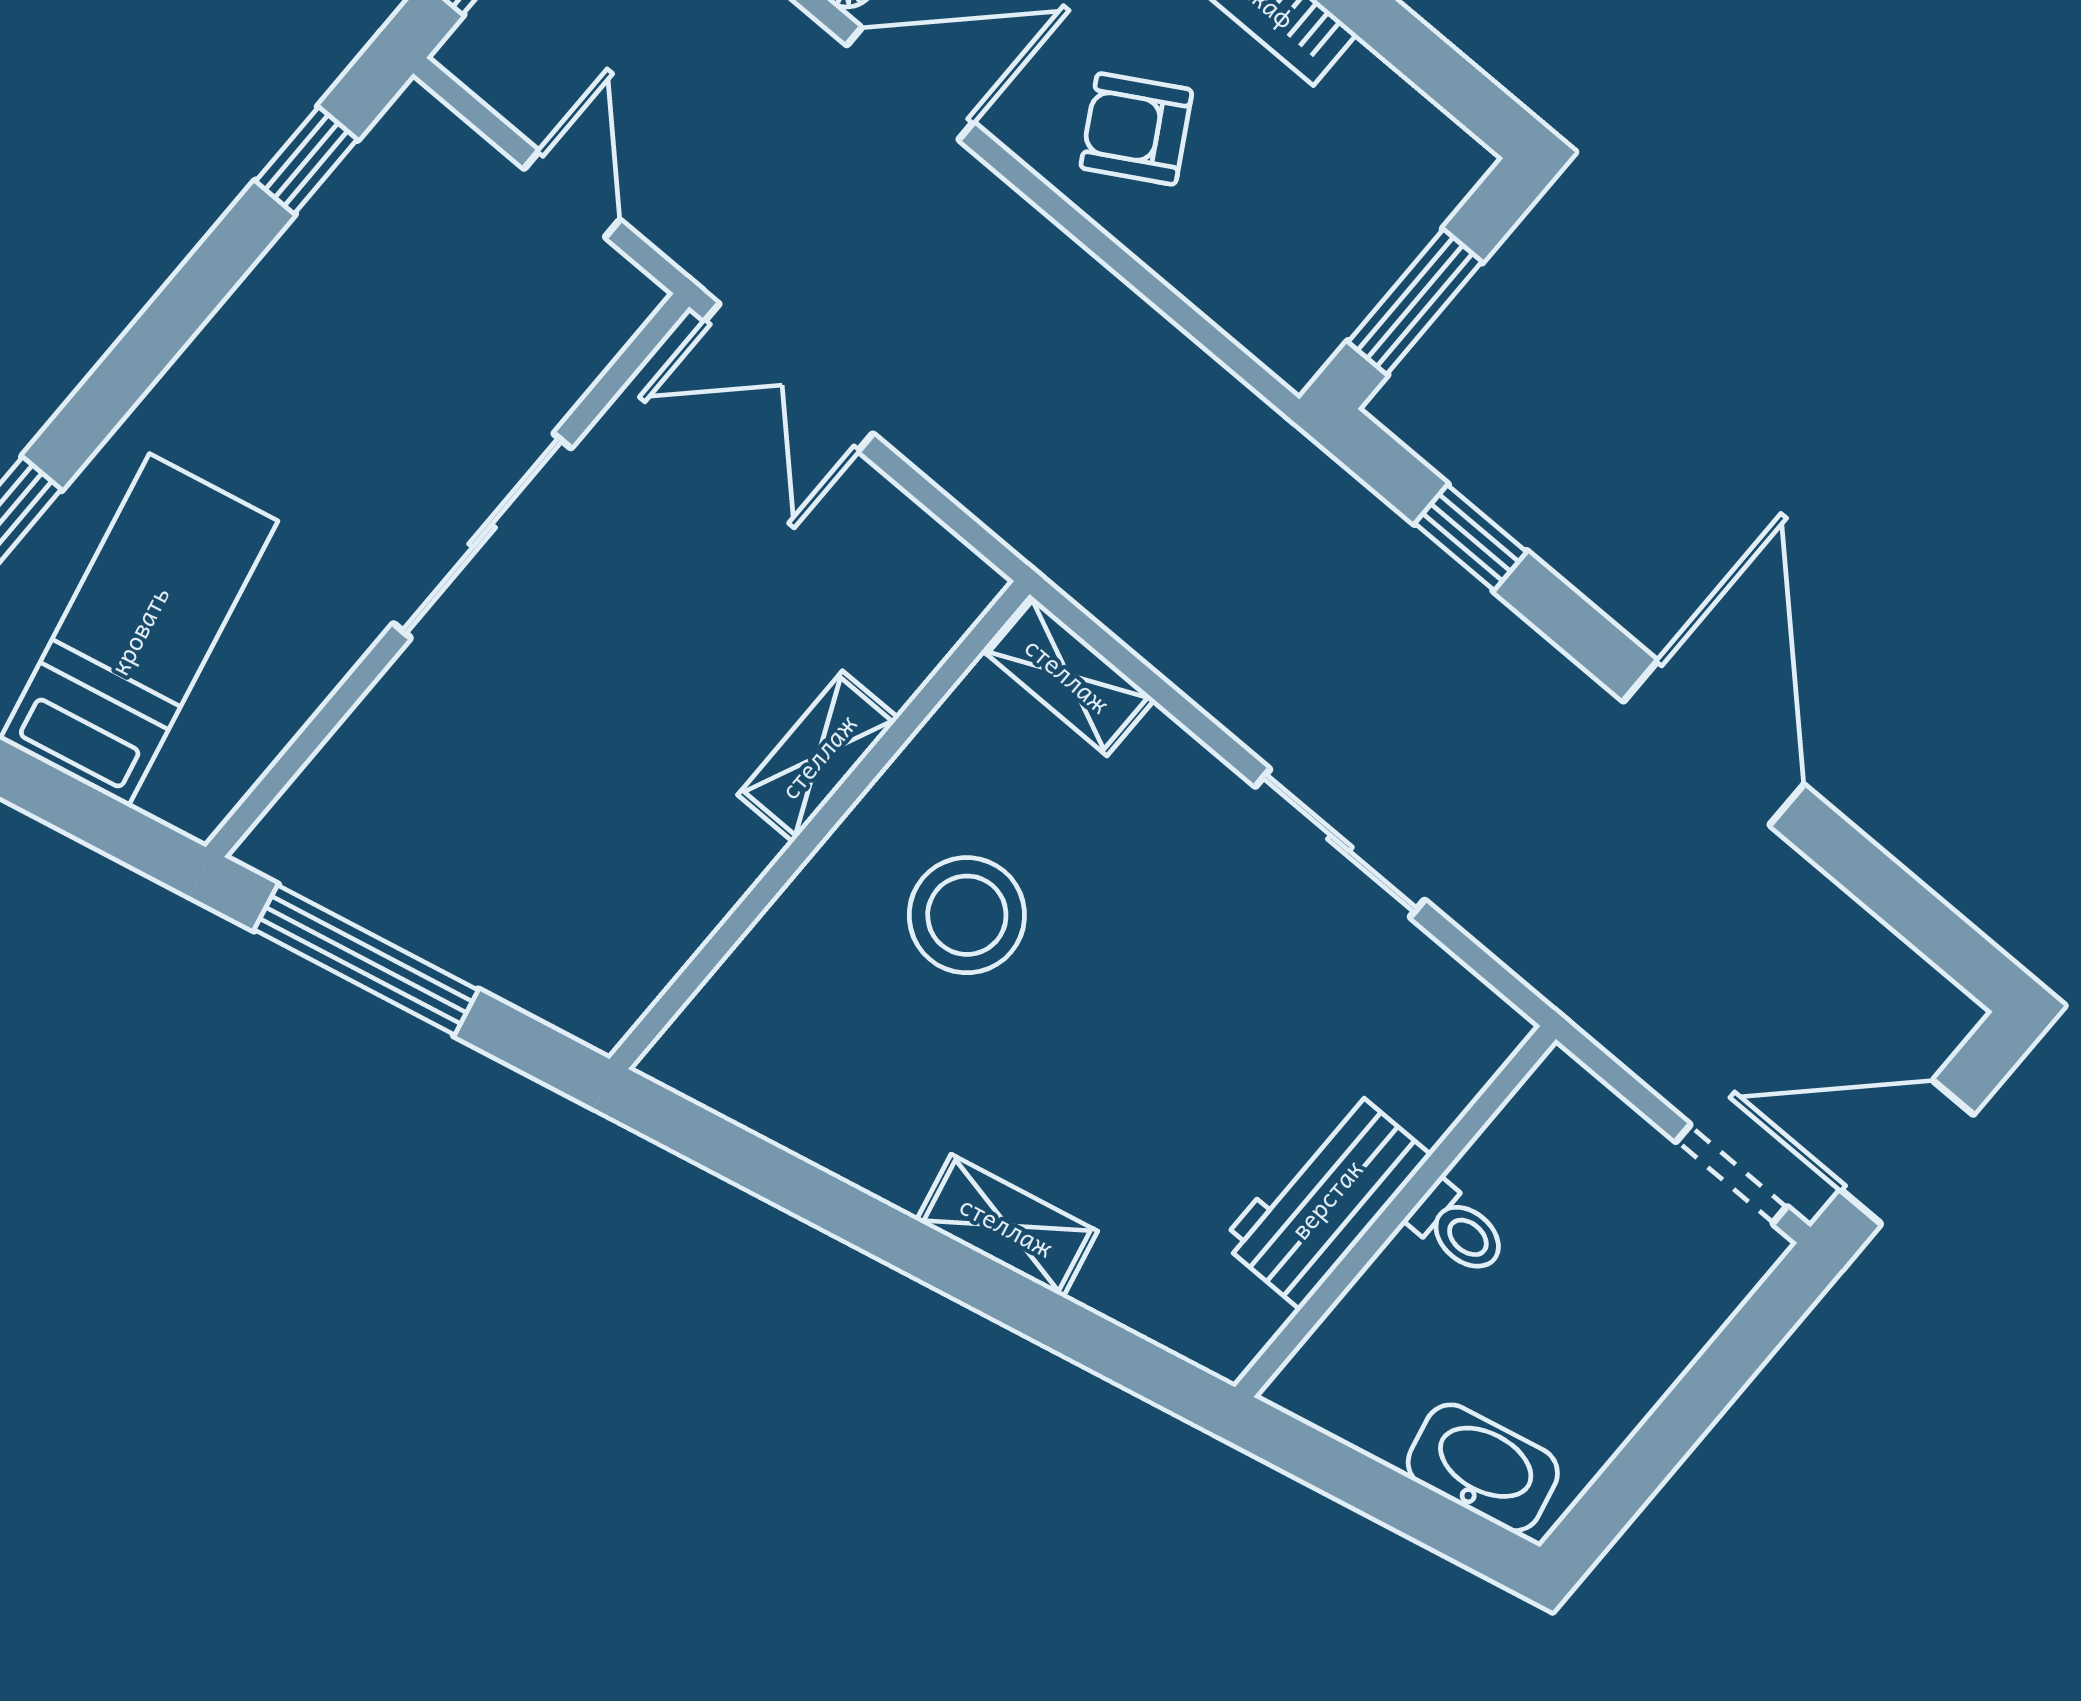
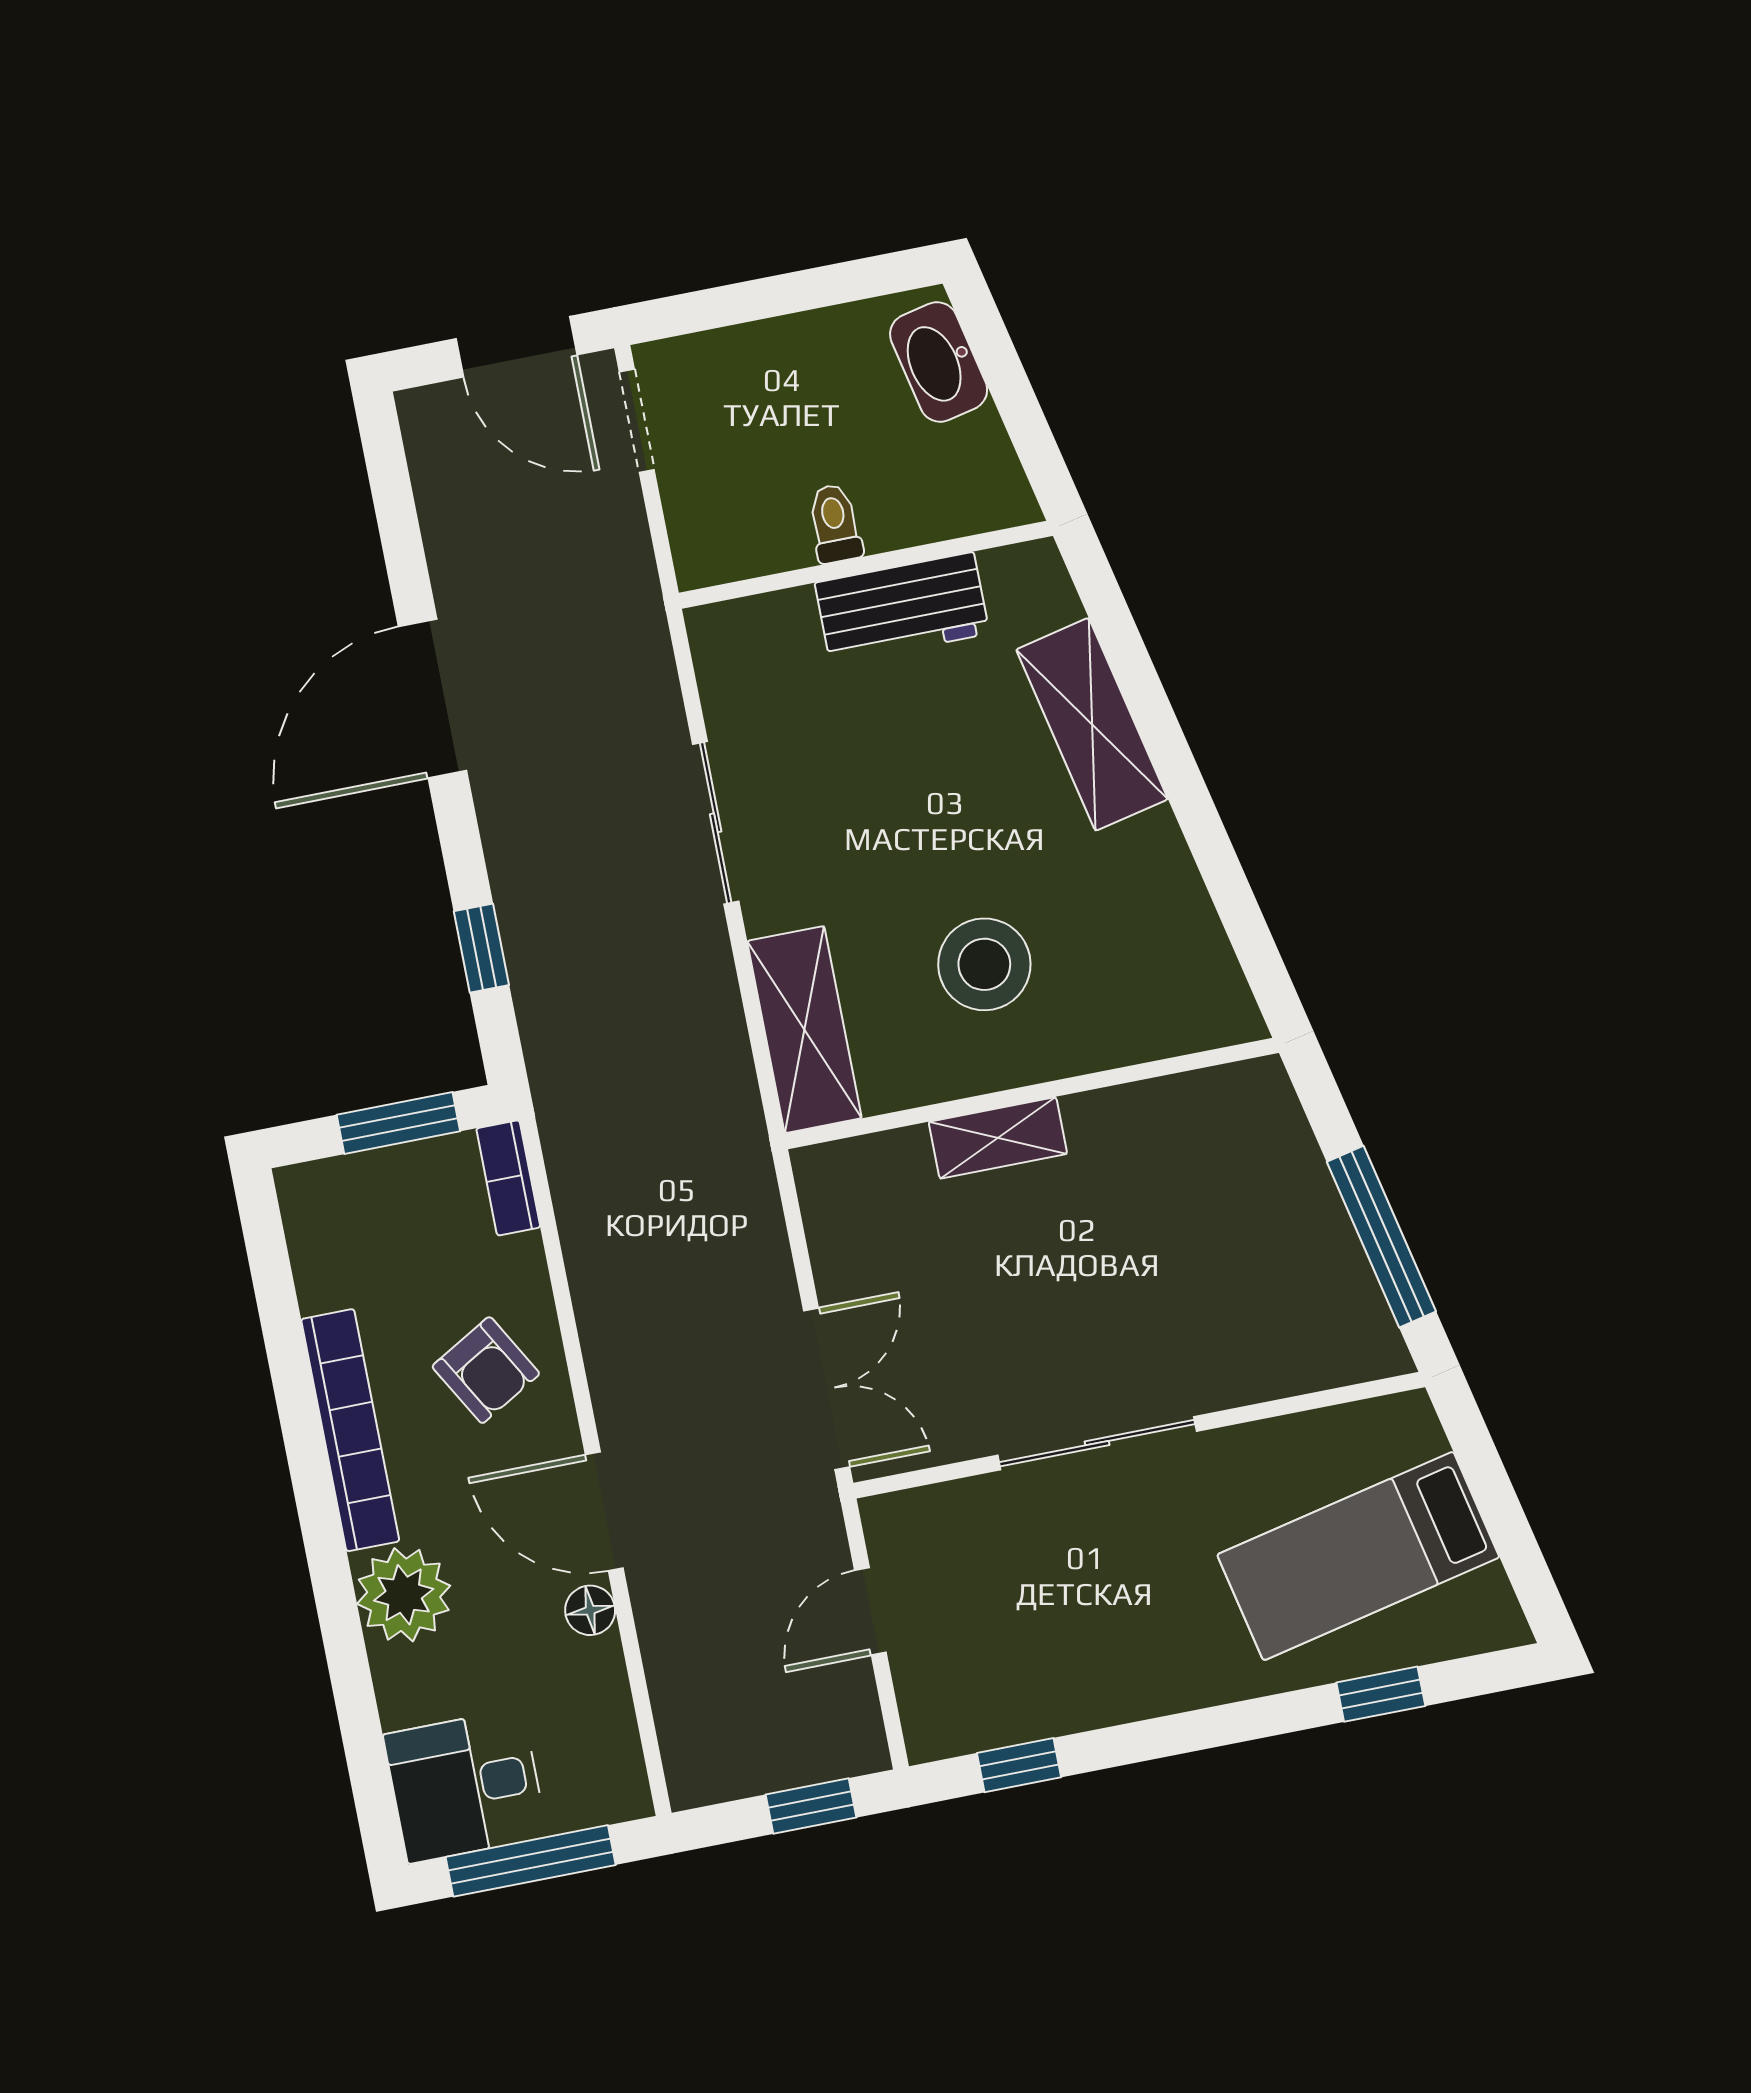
bookcase: (1265, 334) -> (508, 1178), added
shelving: (1068, 675) -> (804, 1030), width x1.50, depth x1.33
shelving: (1007, 1226) -> (1092, 724), width x1.50, depth x1.33

